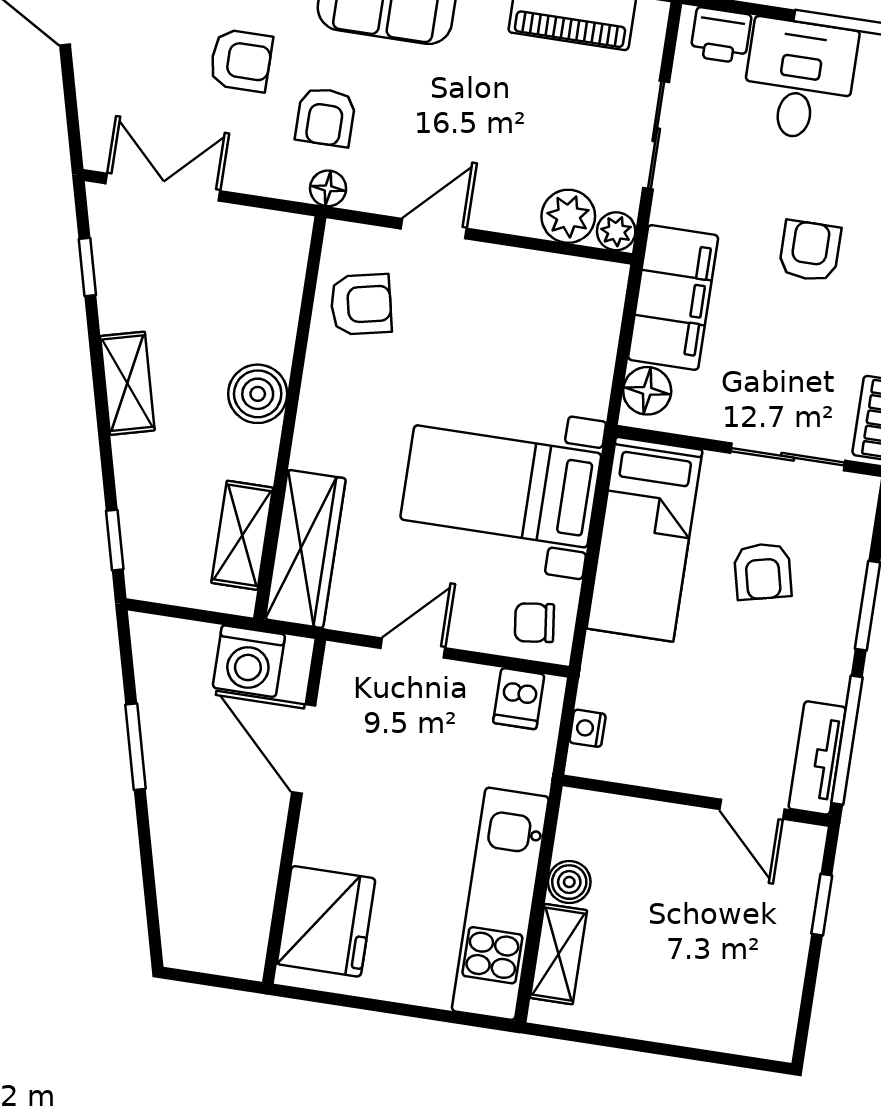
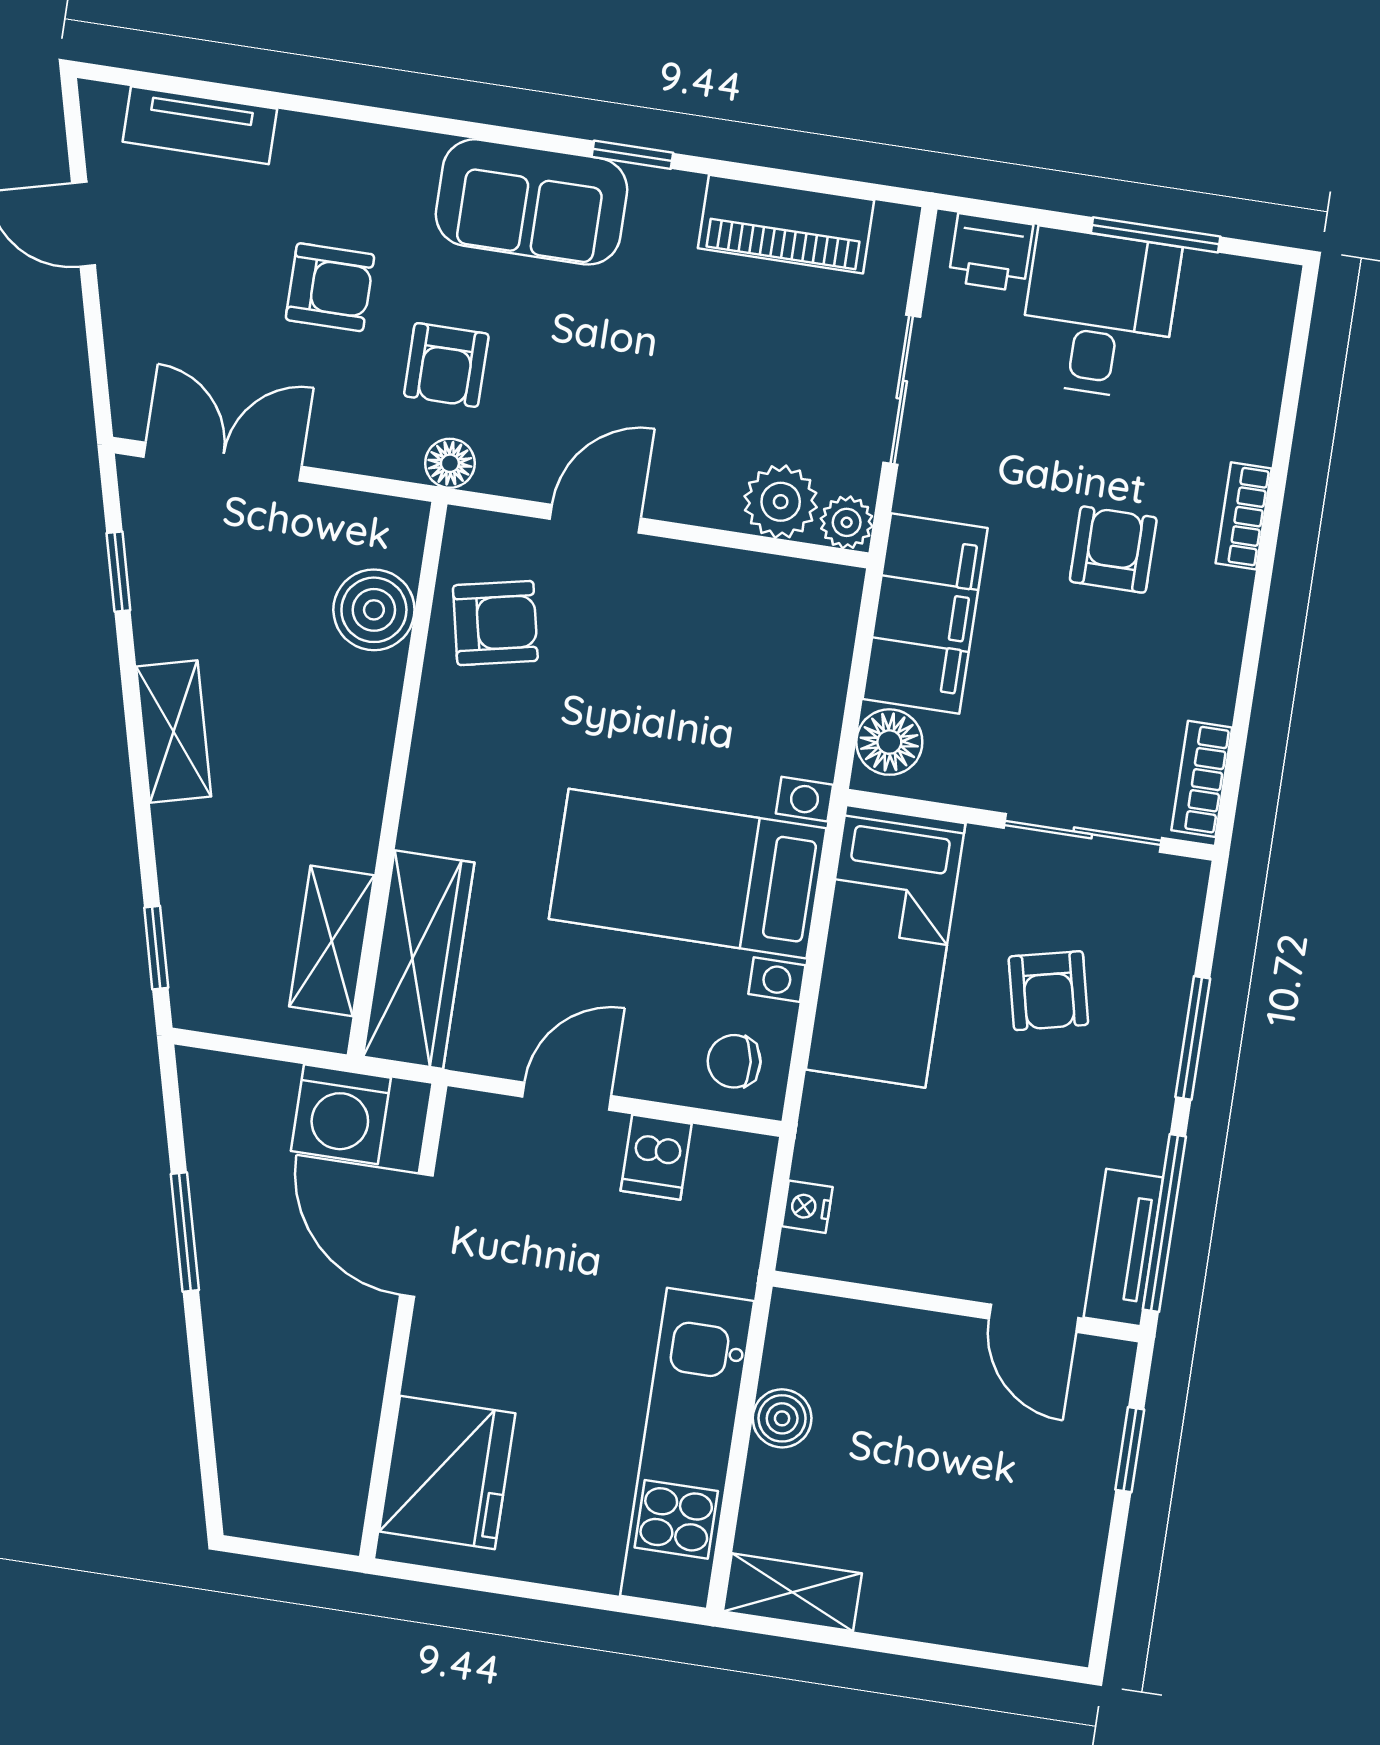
boiler: (258, 394) -> (374, 610), moved
dishwasher: (519, 699) -> (656, 1157), moved
shelving: (559, 954) -> (792, 1592), moved, turned 90

